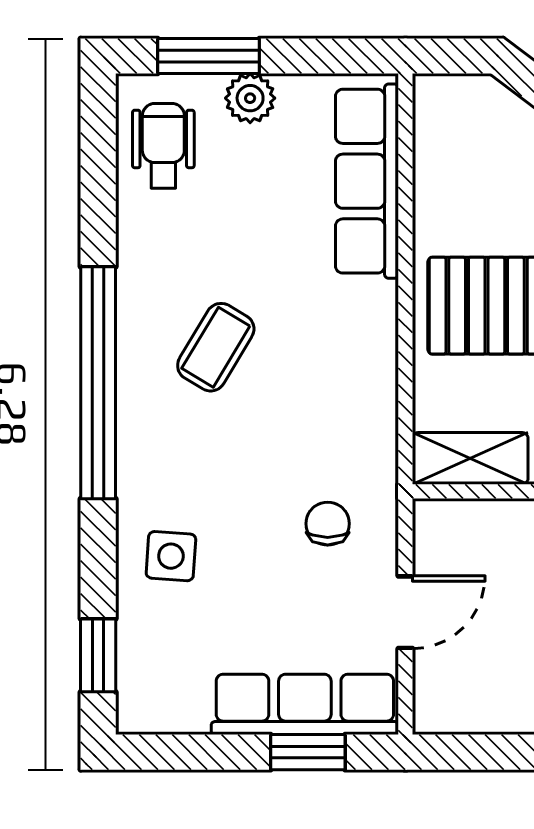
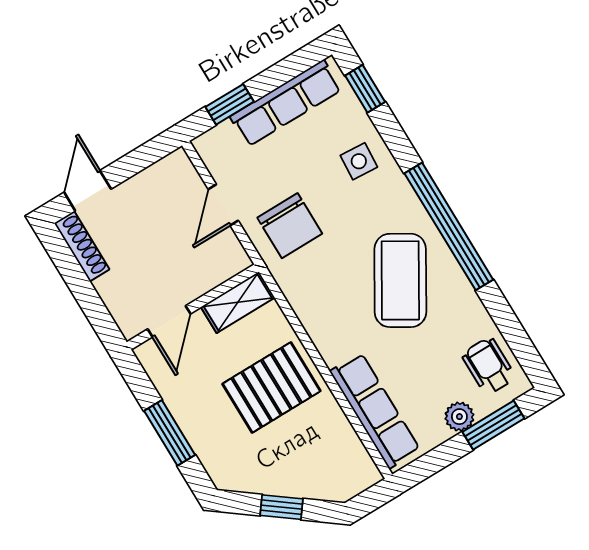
wheelchair: (163, 146) -> (489, 366), turned 180
coffee table: (216, 347) -> (400, 280), width x1.86, depth x1.72
chair: (328, 524) -> (290, 226), width x1.87, depth x1.87
row of seats: (305, 704) -> (286, 103), moved

